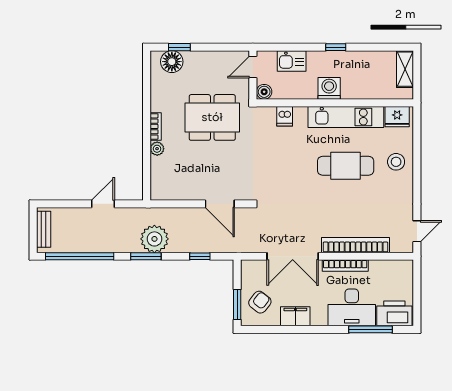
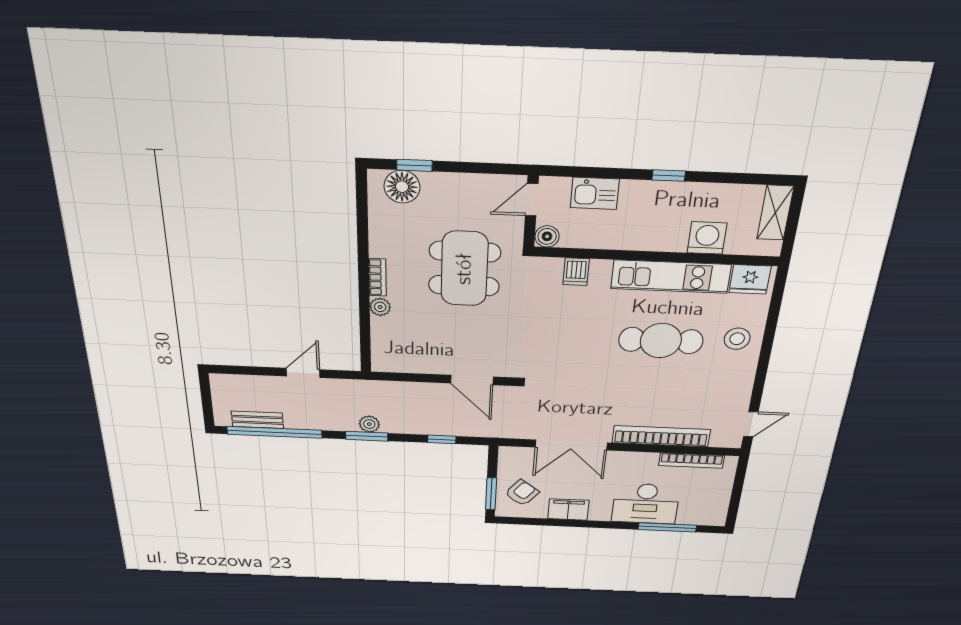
washing machine: (329, 88) -> (707, 238), moved
dining table: (212, 117) -> (464, 269), turned 90
bench: (44, 229) -> (257, 420), moved, turned 90
plant: (154, 239) -> (369, 424), width x0.53, depth x0.53
bookcase: (345, 266) -> (692, 461), moved
printer: (394, 313) -> (702, 512), removed

